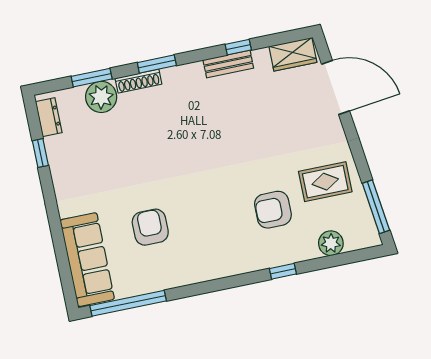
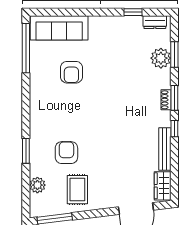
window: (238, 47) -> (174, 129), moved
bench: (228, 64) -> (165, 149), width x1.36
shoe rack: (138, 81) -> (166, 100), moved, width x0.70
armchair: (150, 227) -> (71, 72), turned 90
window: (283, 271) -> (26, 151), width x1.50

